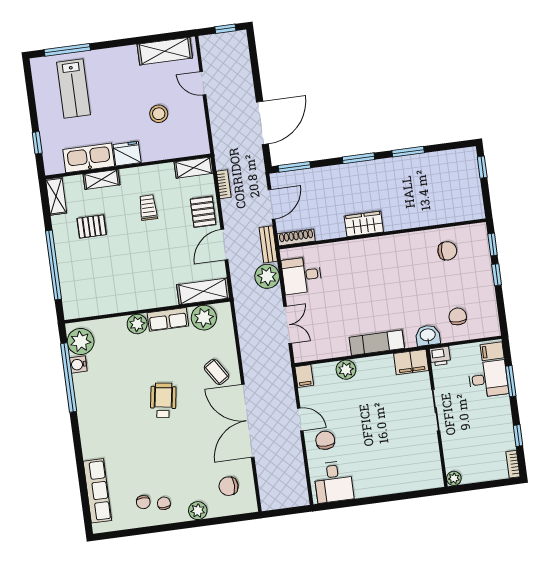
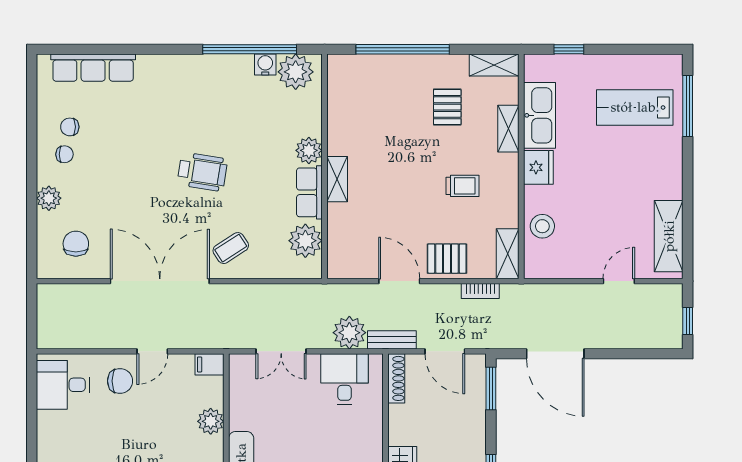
stool: (159, 114) -> (542, 226), moved
shelving: (203, 291) -> (337, 179), moved, width x0.67, depth x0.75

